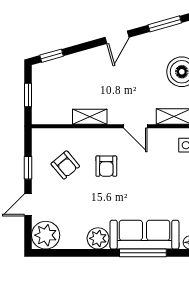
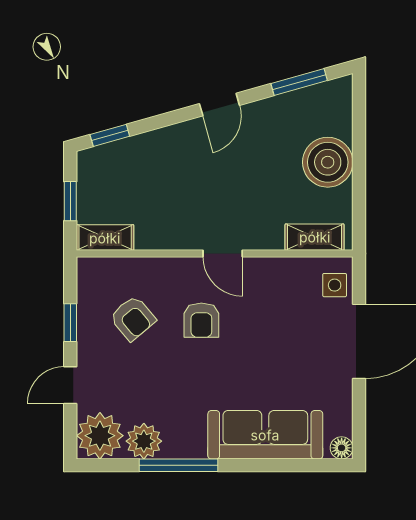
shelving: (90, 117) -> (105, 238), moved
door: (135, 126) -> (223, 253), moved
plant: (98, 238) -> (144, 441), moved
window: (143, 253) -> (179, 465), moved

